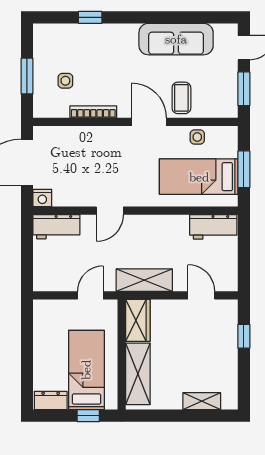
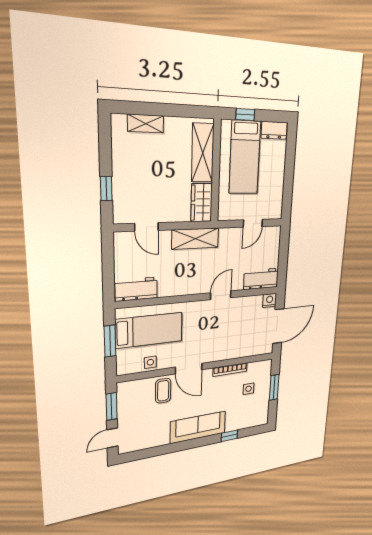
sofa: (176, 39) -> (198, 427), moved
door: (90, 295) -> (253, 223), moved

